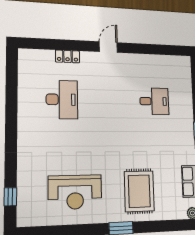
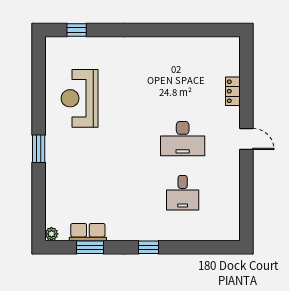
desk: (62, 100) -> (183, 139), moved
rug: (139, 191) -> (78, 171), removed

